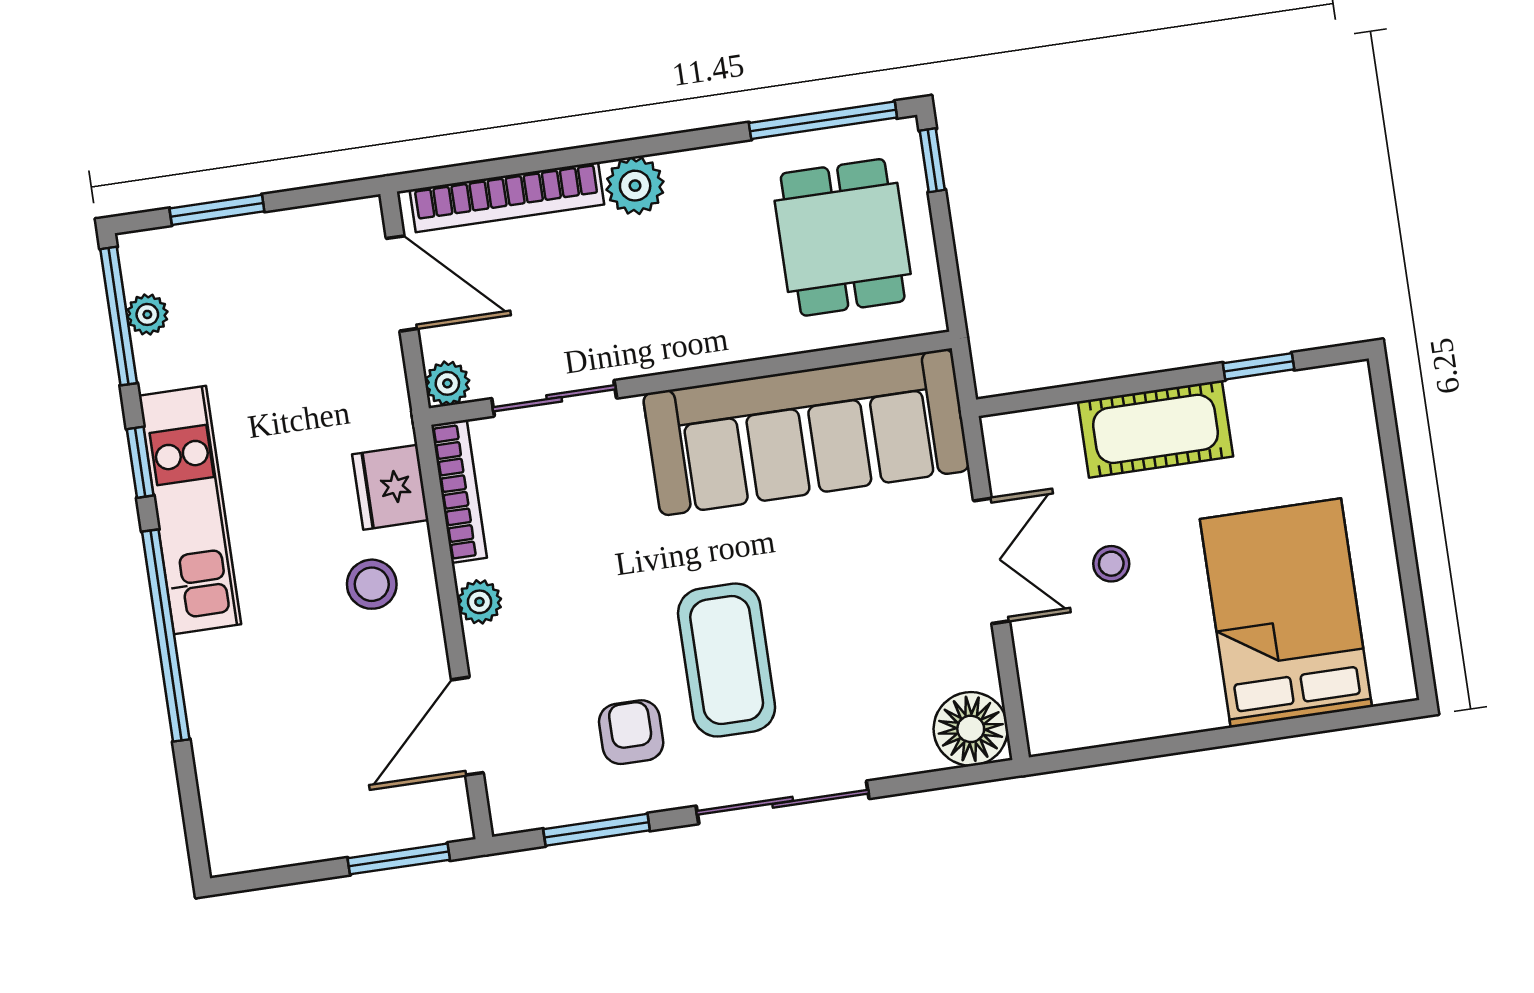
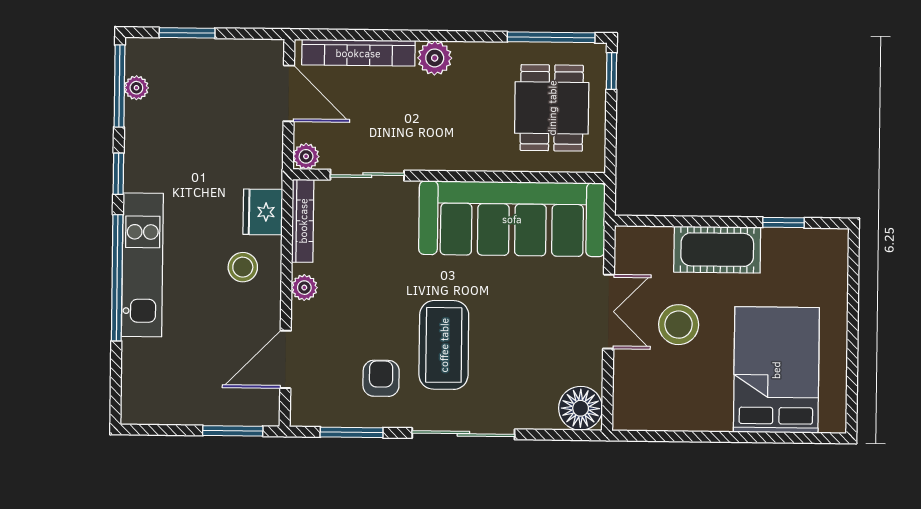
kitchen unit: (190, 510) -> (142, 265), moved
stool: (1111, 564) -> (679, 325), width x1.89, depth x1.89

